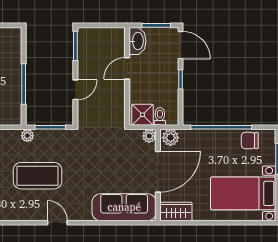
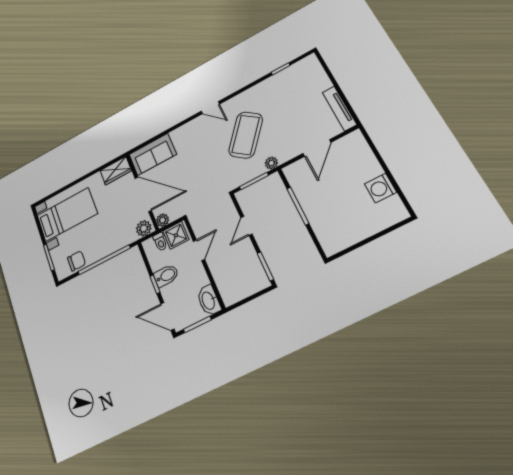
door: (127, 68) -> (199, 250), moved
bidet: (167, 82) -> (166, 276), added
door: (158, 172) -> (143, 194), swing flipped
coffee table: (38, 176) -> (246, 135), turned -52
sofa: (124, 207) -> (153, 154), width x0.73

